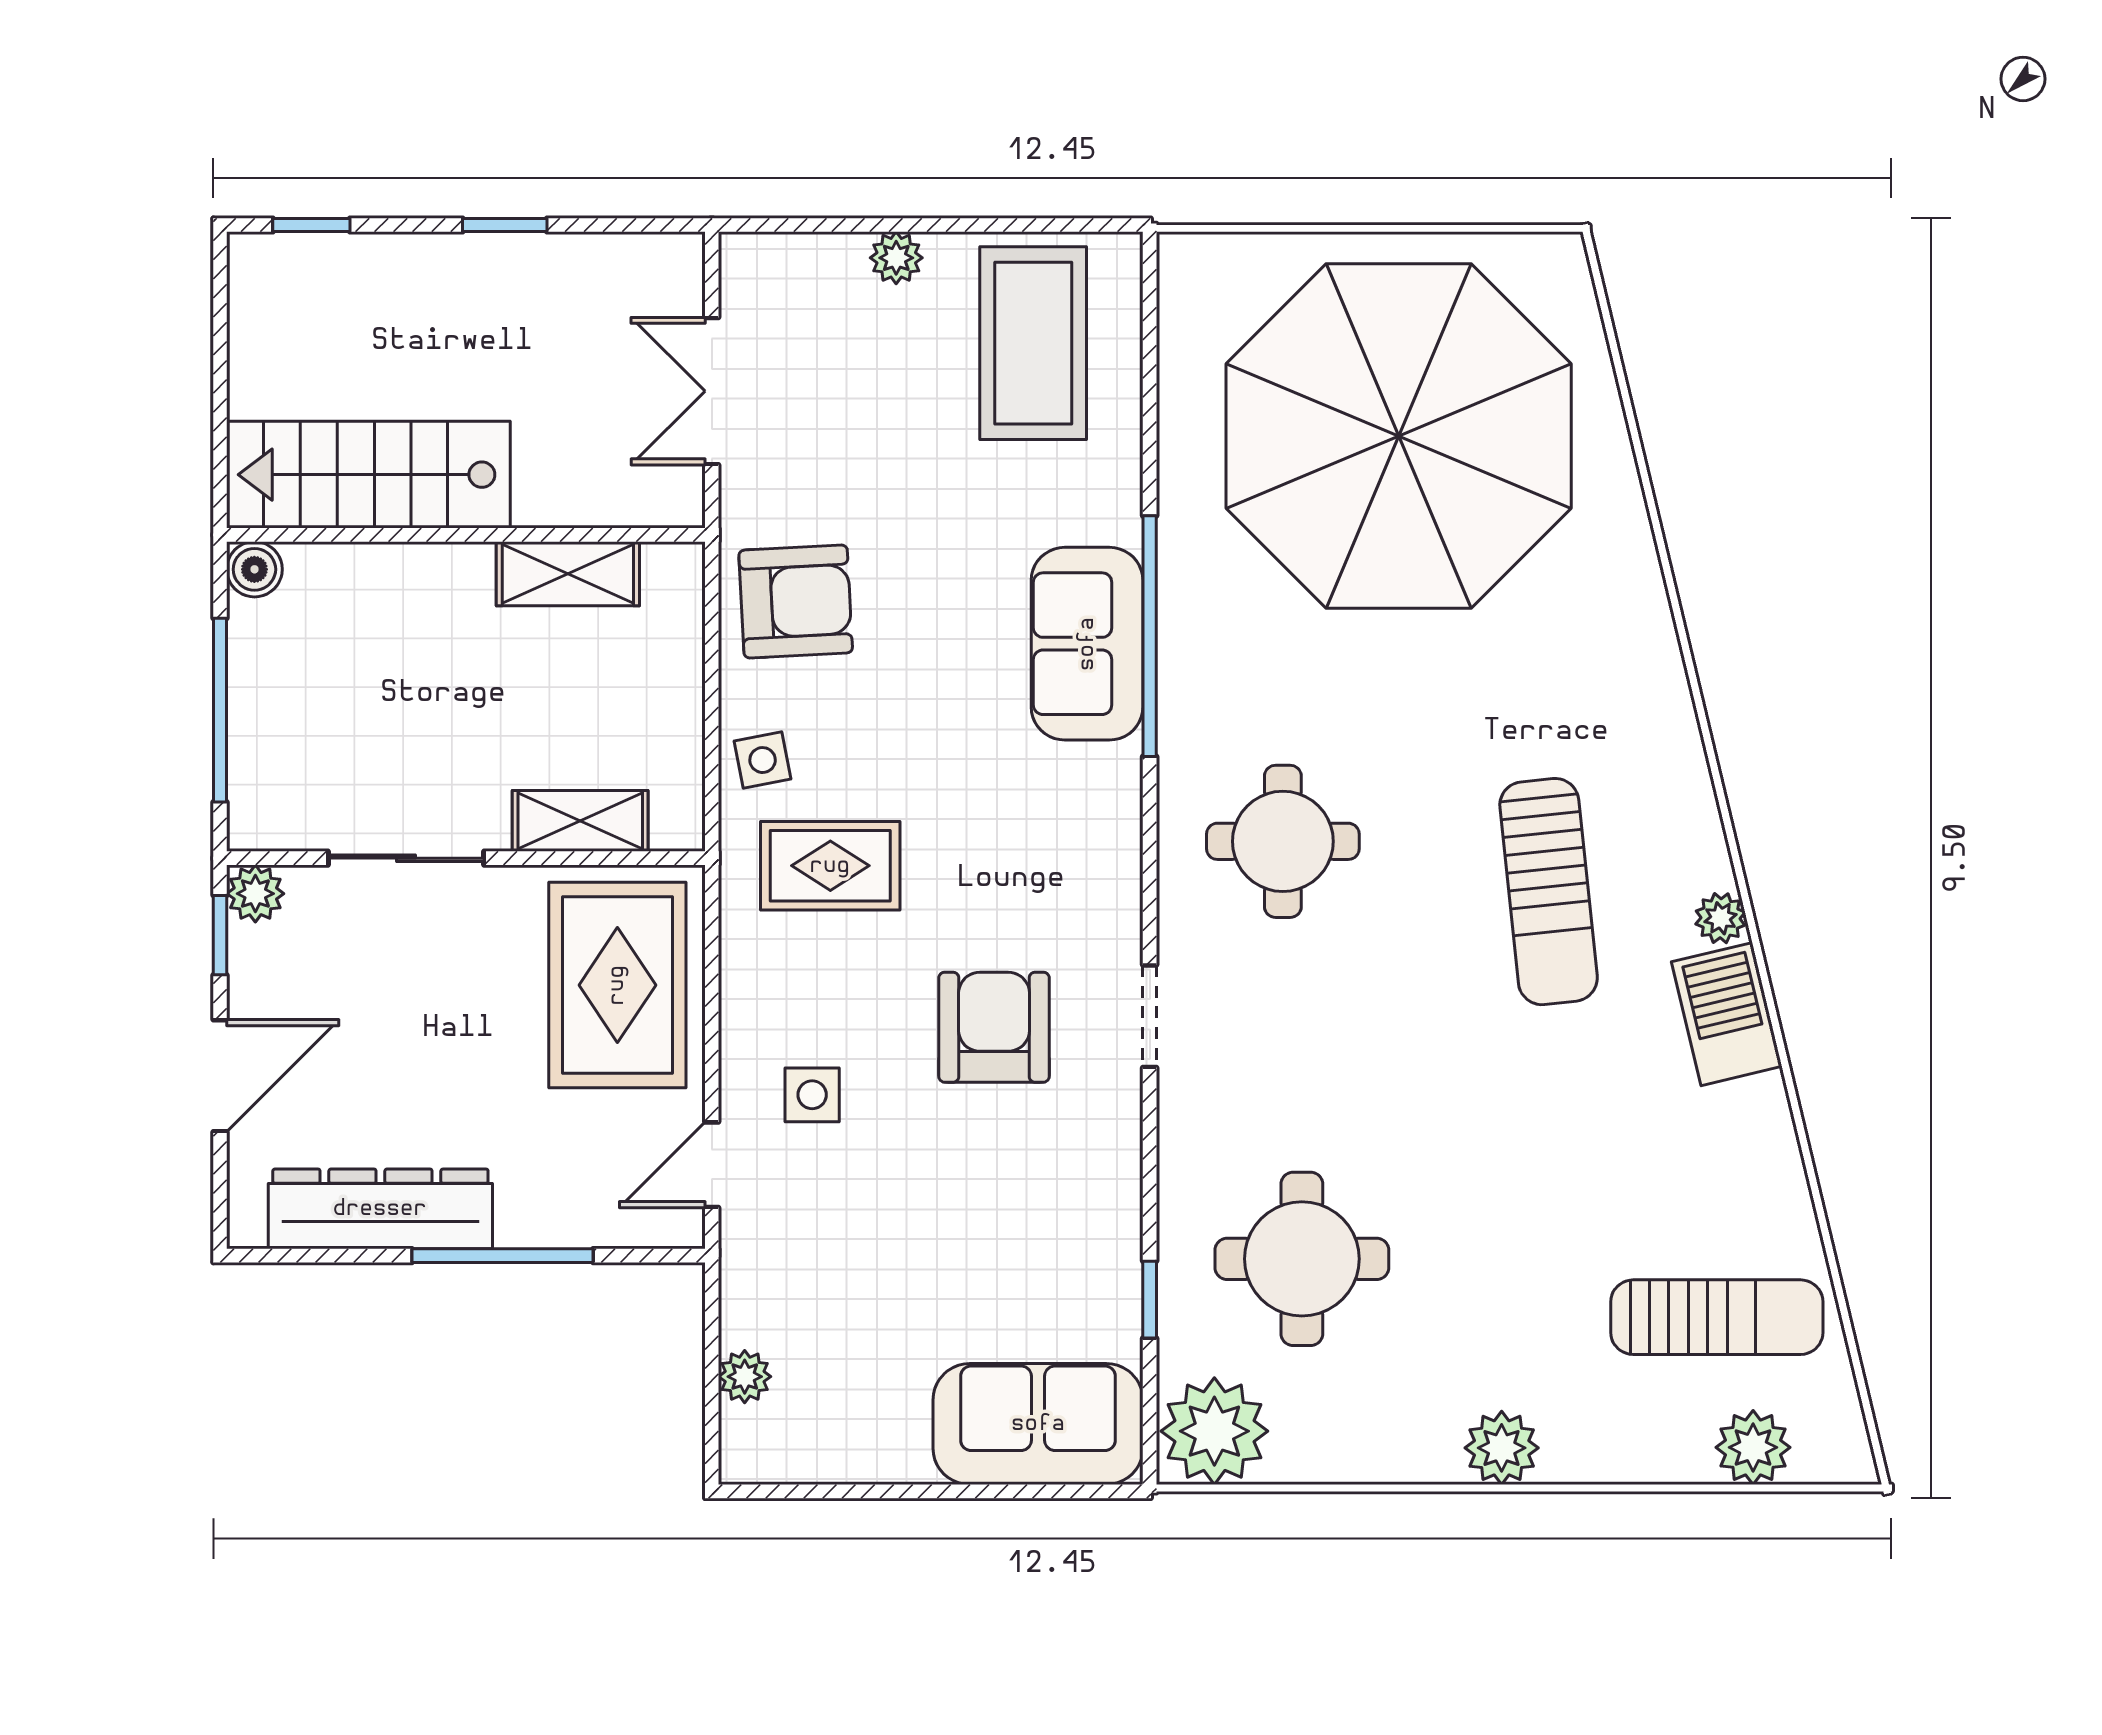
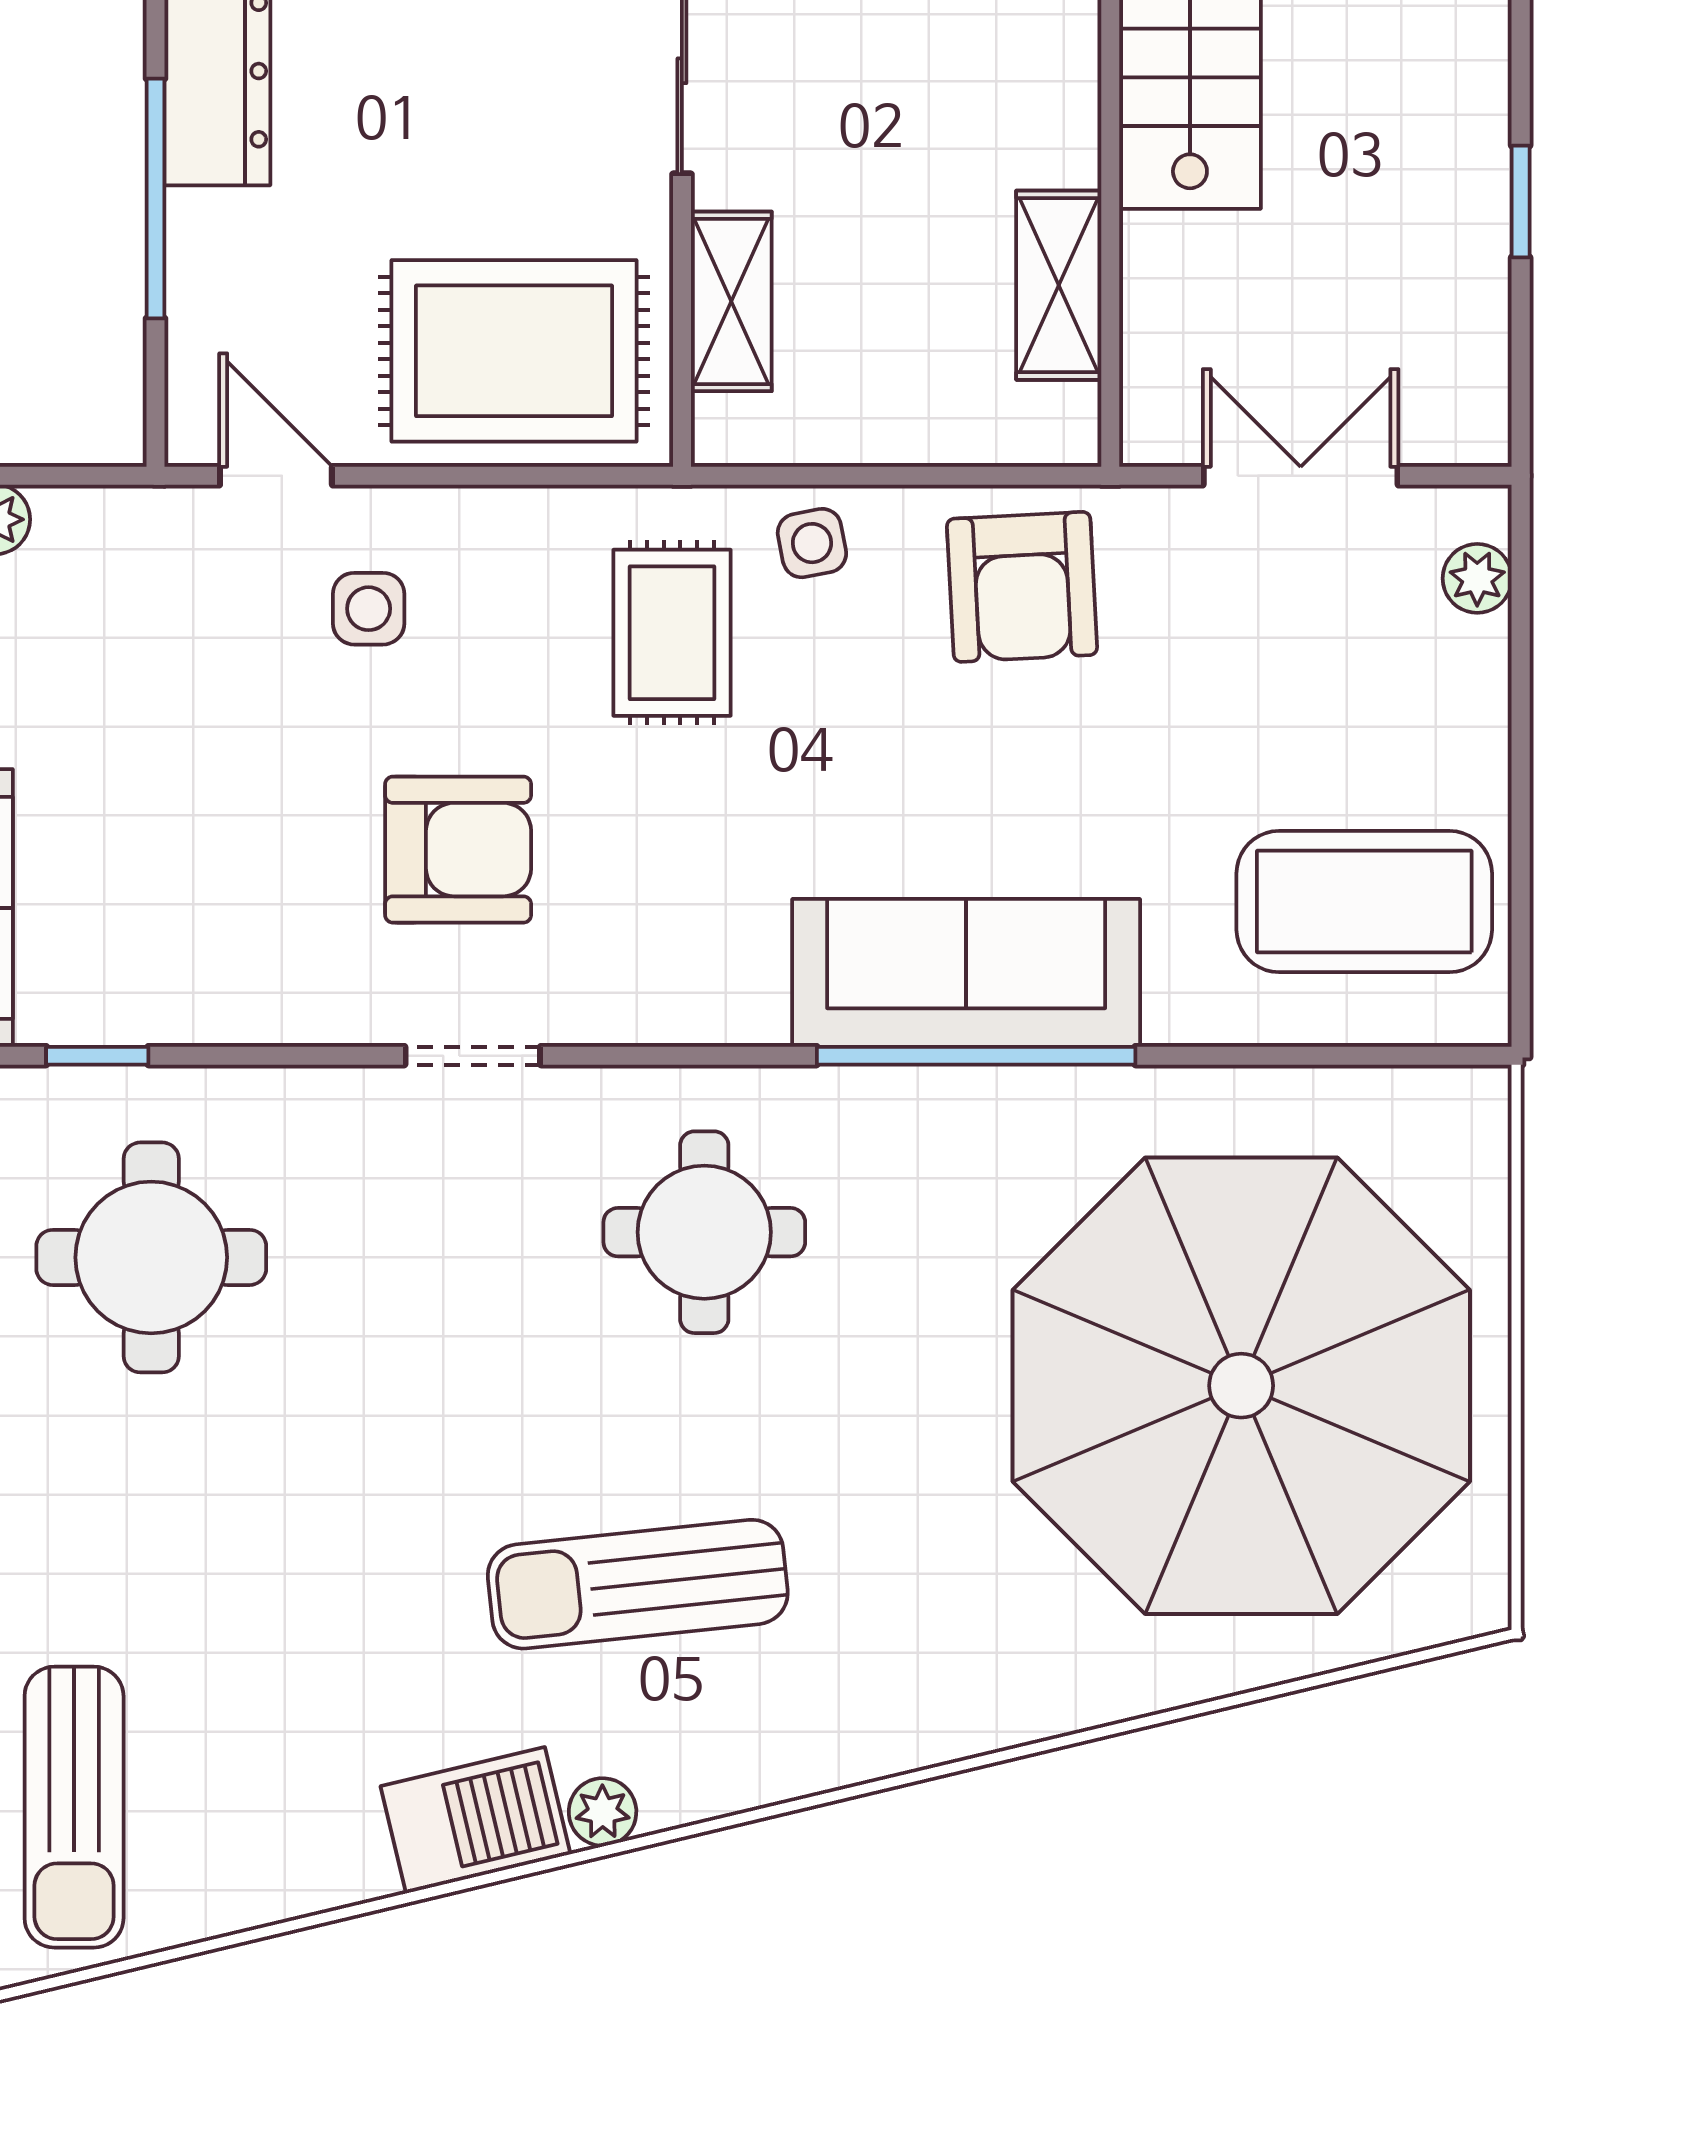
plant: (896, 258) -> (1477, 578), moved
sofa: (1087, 644) -> (966, 973), width x1.36

